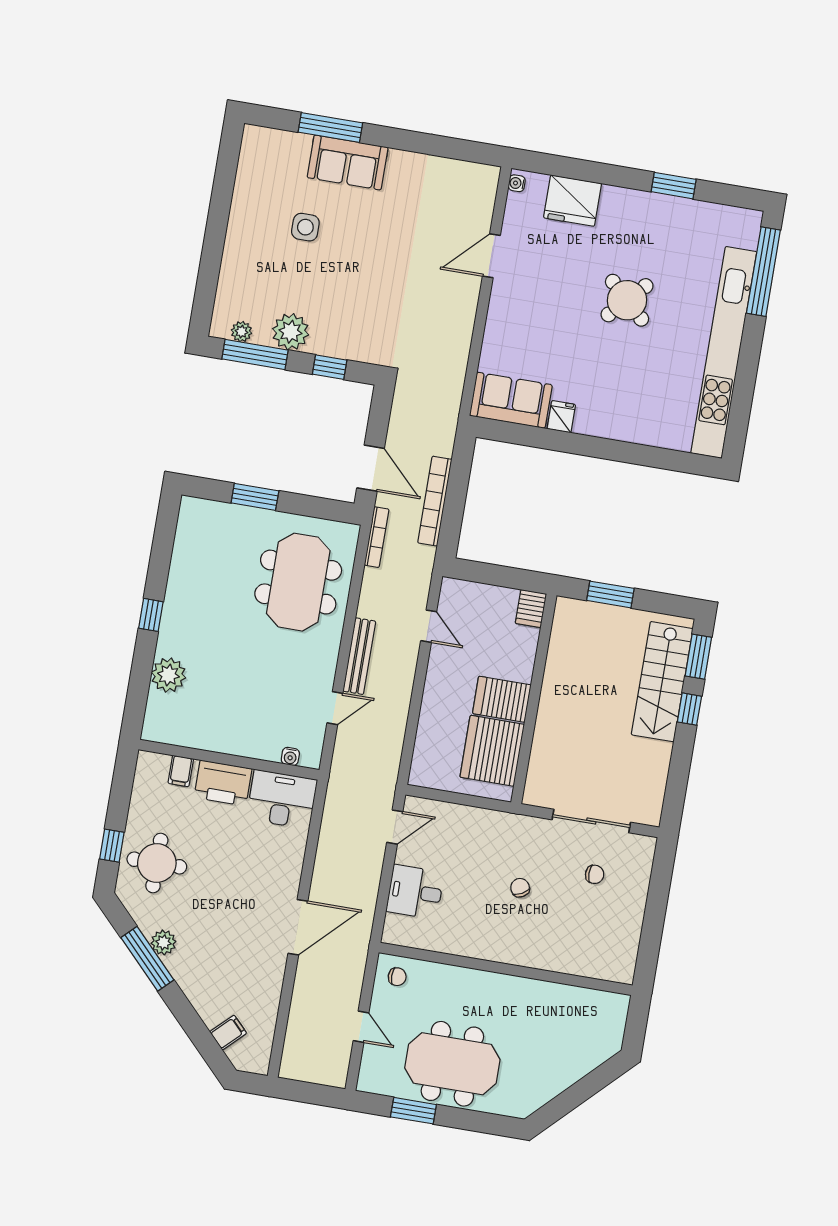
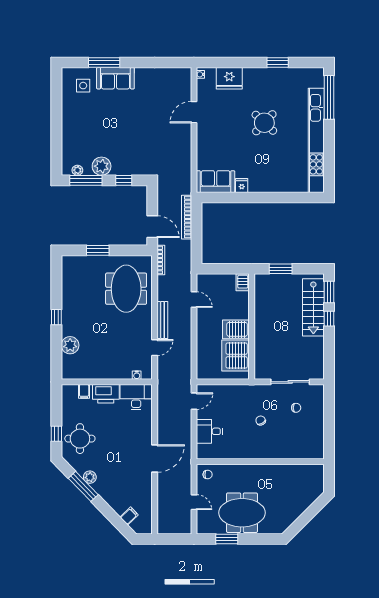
side table: (305, 227) -> (83, 86), moved
bookcase: (435, 501) -> (187, 217), moved

